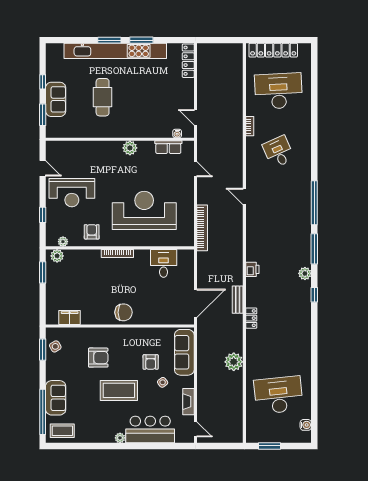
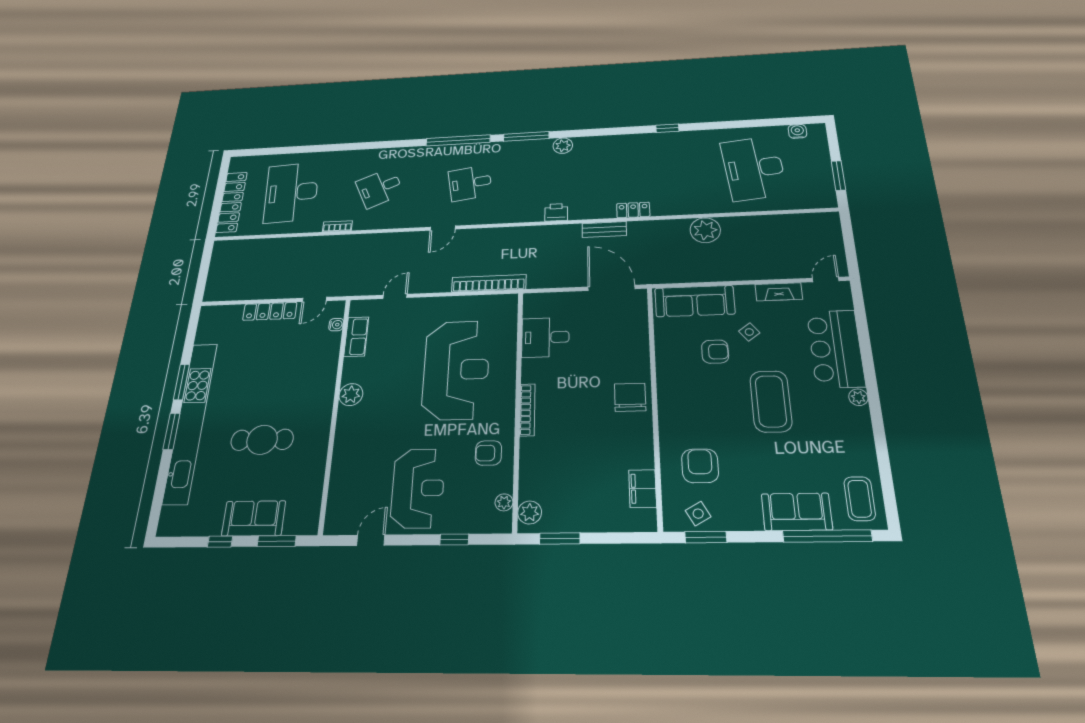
locker: (188, 61) -> (270, 311), moved
reception desk: (144, 210) -> (456, 370), turned 180
desk: (278, 213) -> (470, 183), added
window: (314, 295) -> (667, 128), moved
armchair: (98, 358) -> (700, 466), moved

